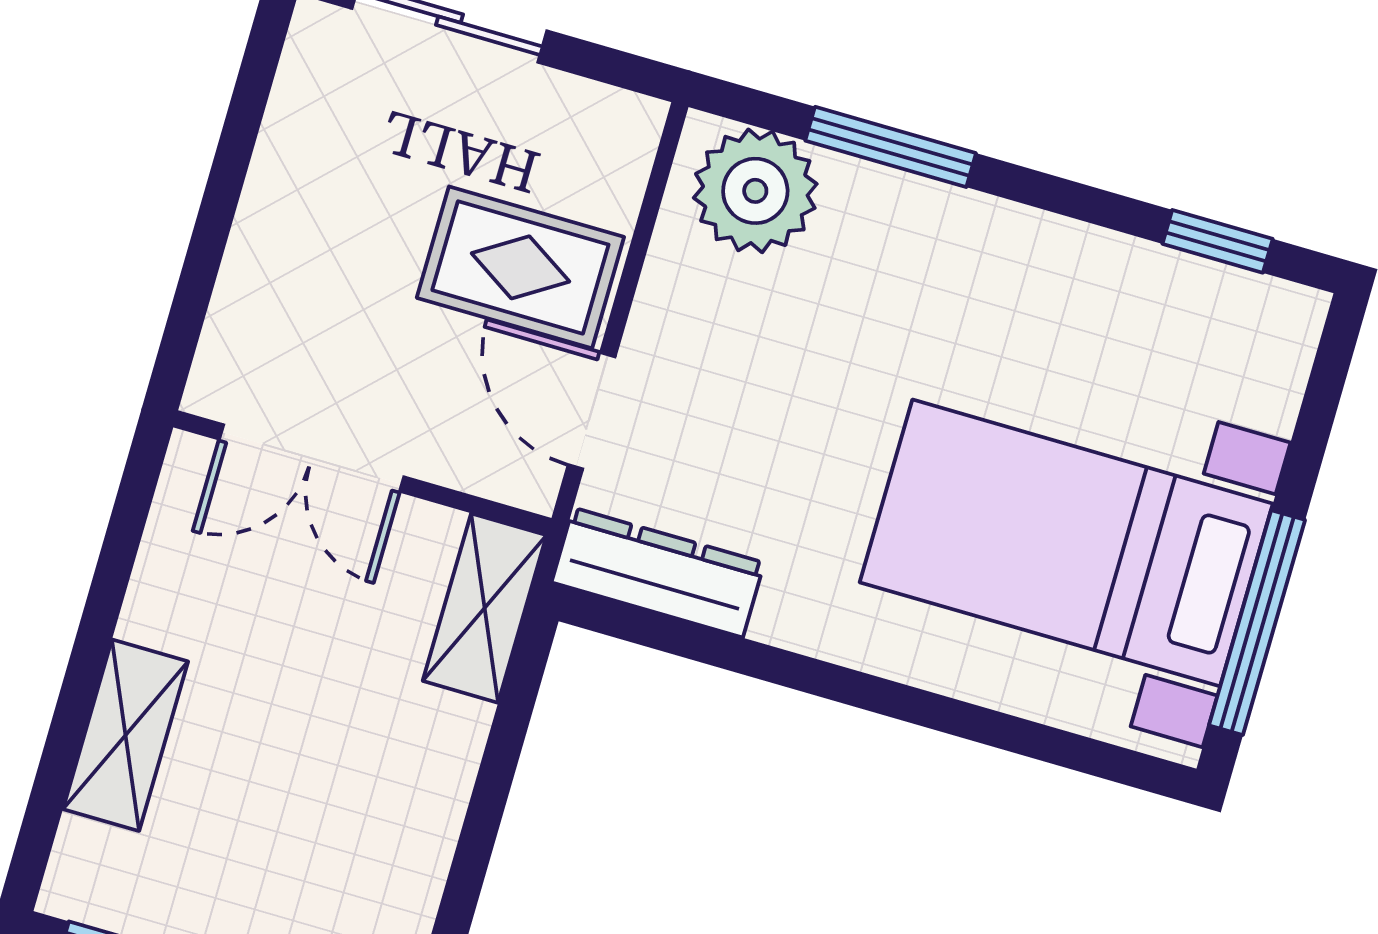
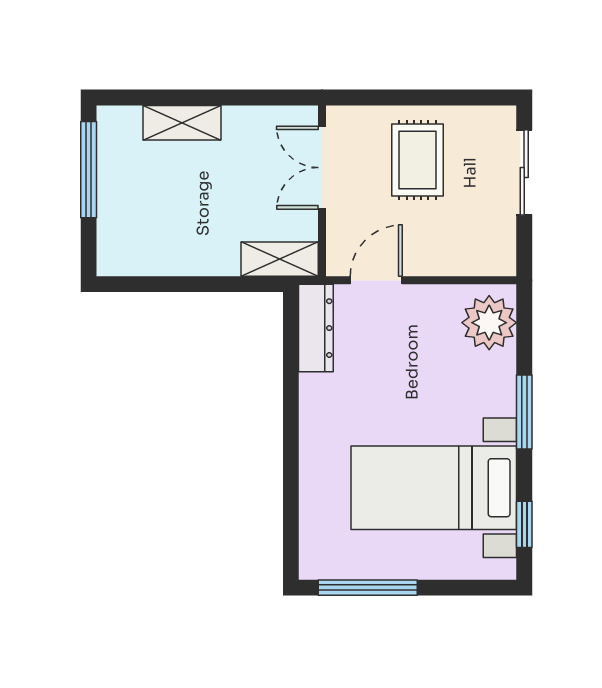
window: (891, 147) -> (524, 412), moved
rug: (520, 267) -> (417, 160), moved
bed with nightstands: (1066, 543) -> (434, 488), moved, turned -90

